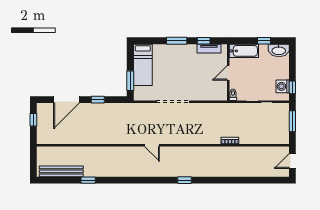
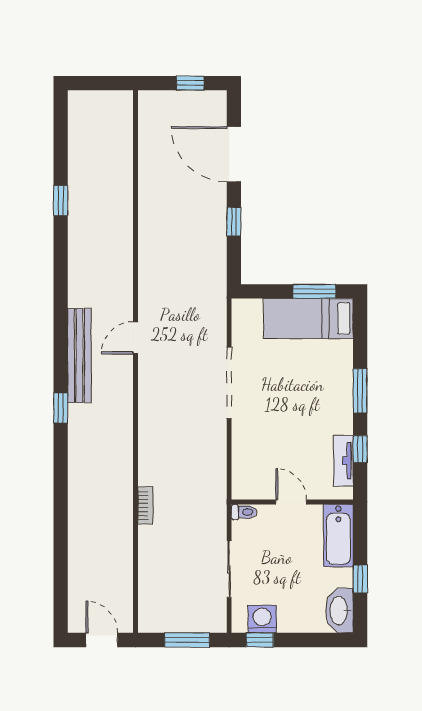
window: (130, 81) -> (314, 291), moved
bench: (61, 171) -> (79, 355), moved

